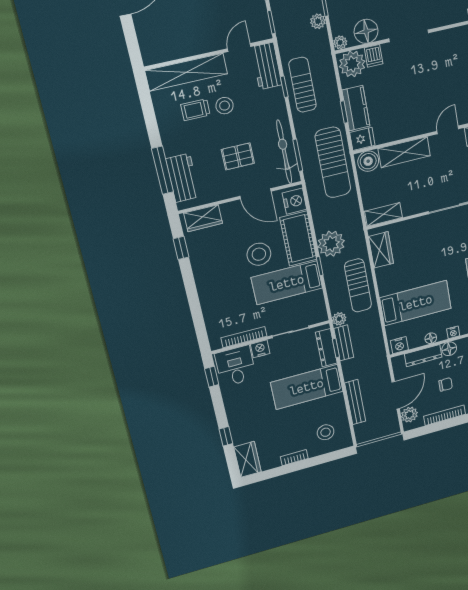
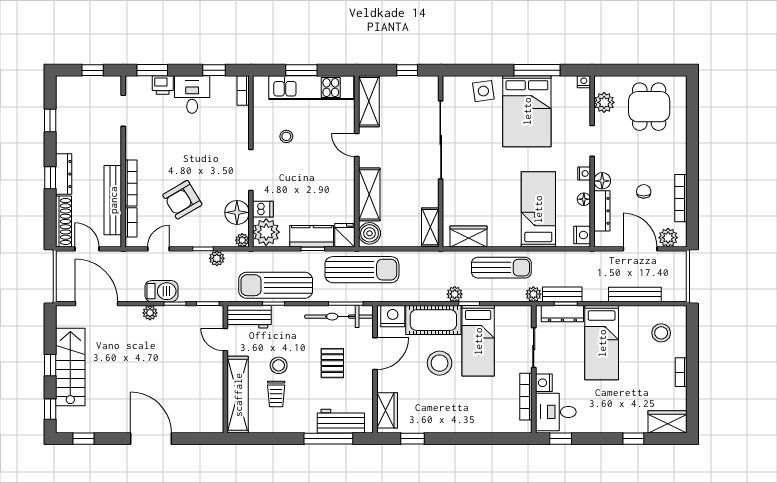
stool: (446, 63) -> (286, 136), added
sun lounger: (303, 85) -> (276, 285), width x1.36, depth x1.34
plant: (331, 244) -> (455, 294), width x0.53, depth x0.53

